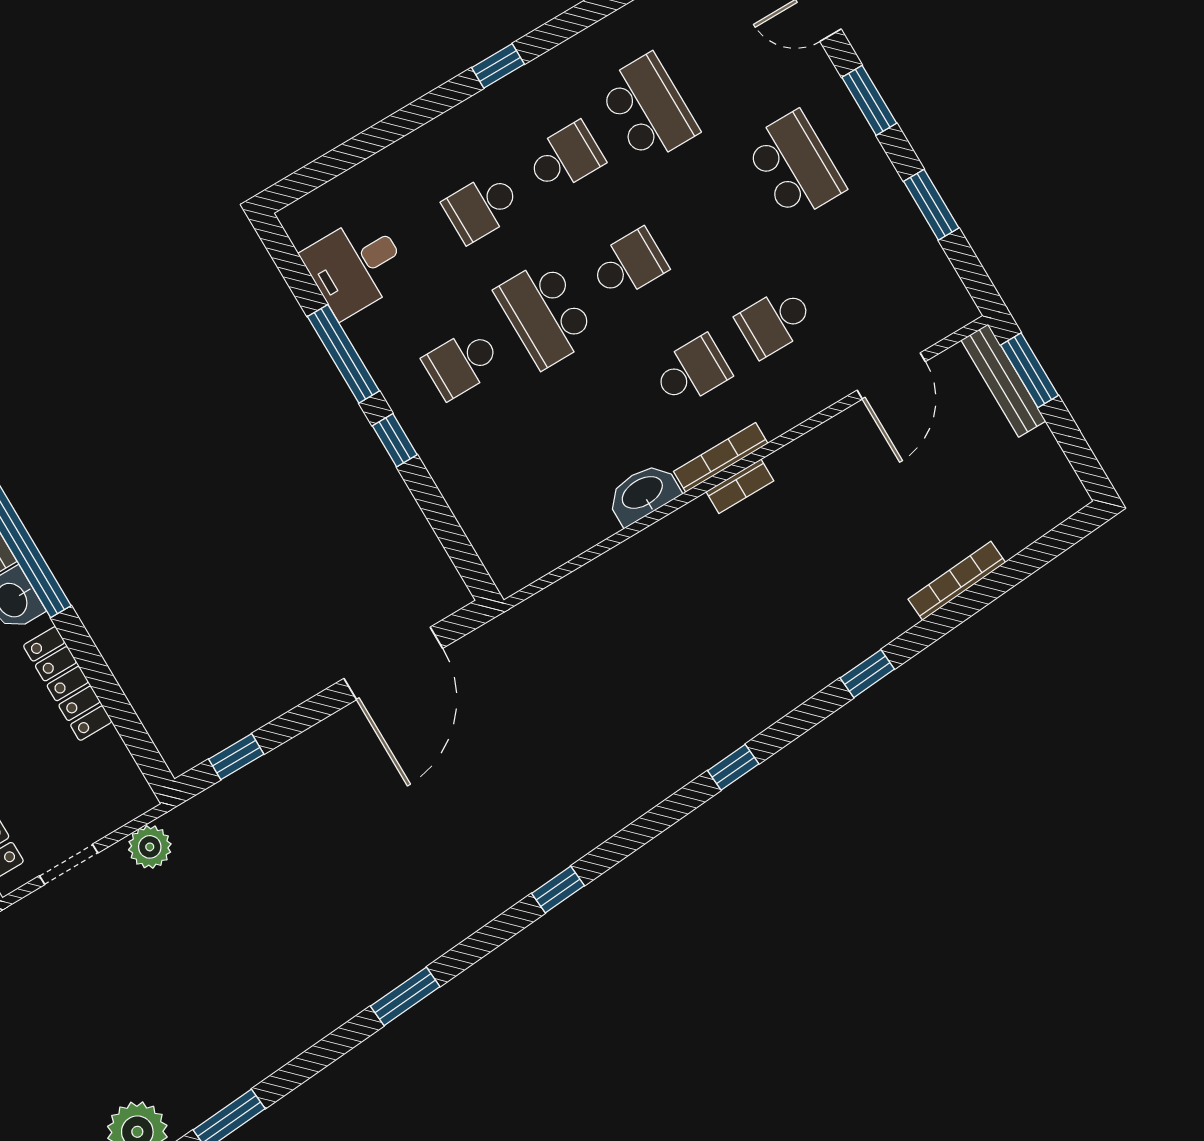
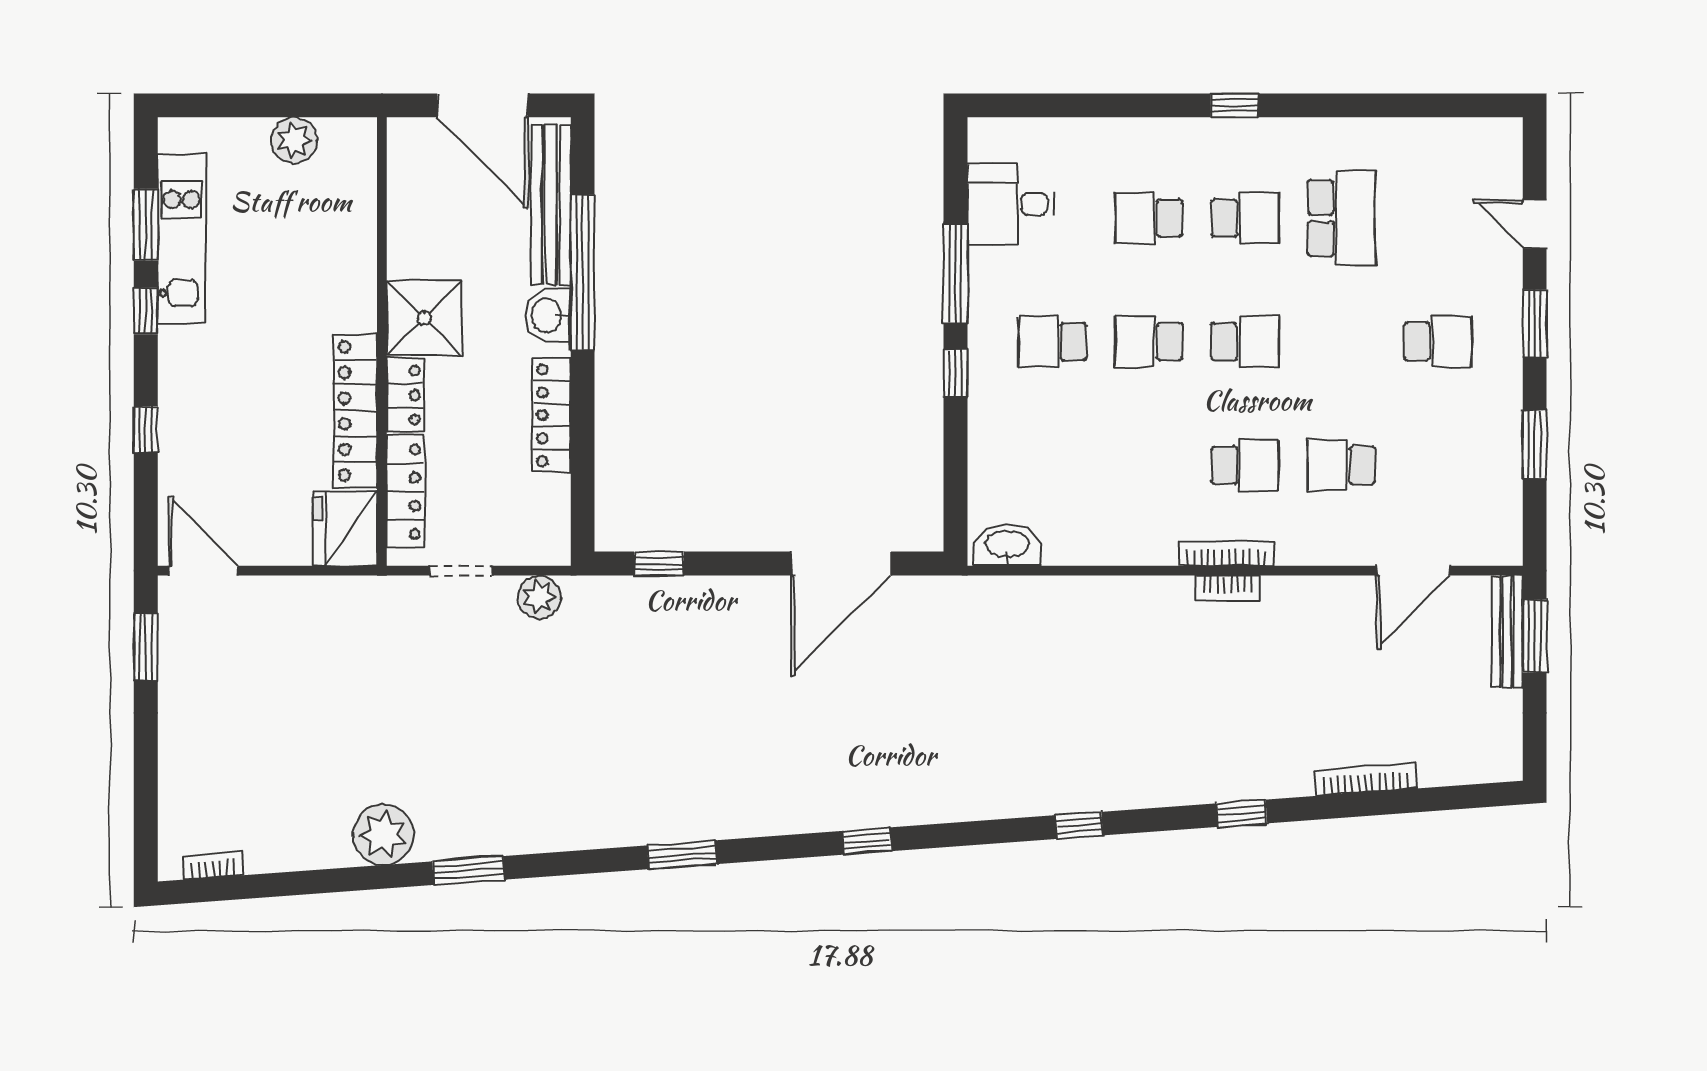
school desk: (795, 166) -> (1438, 342), width x0.54
school desk: (545, 314) -> (1149, 342), width x0.54
washbasin: (643, 494) -> (1007, 545), moved

